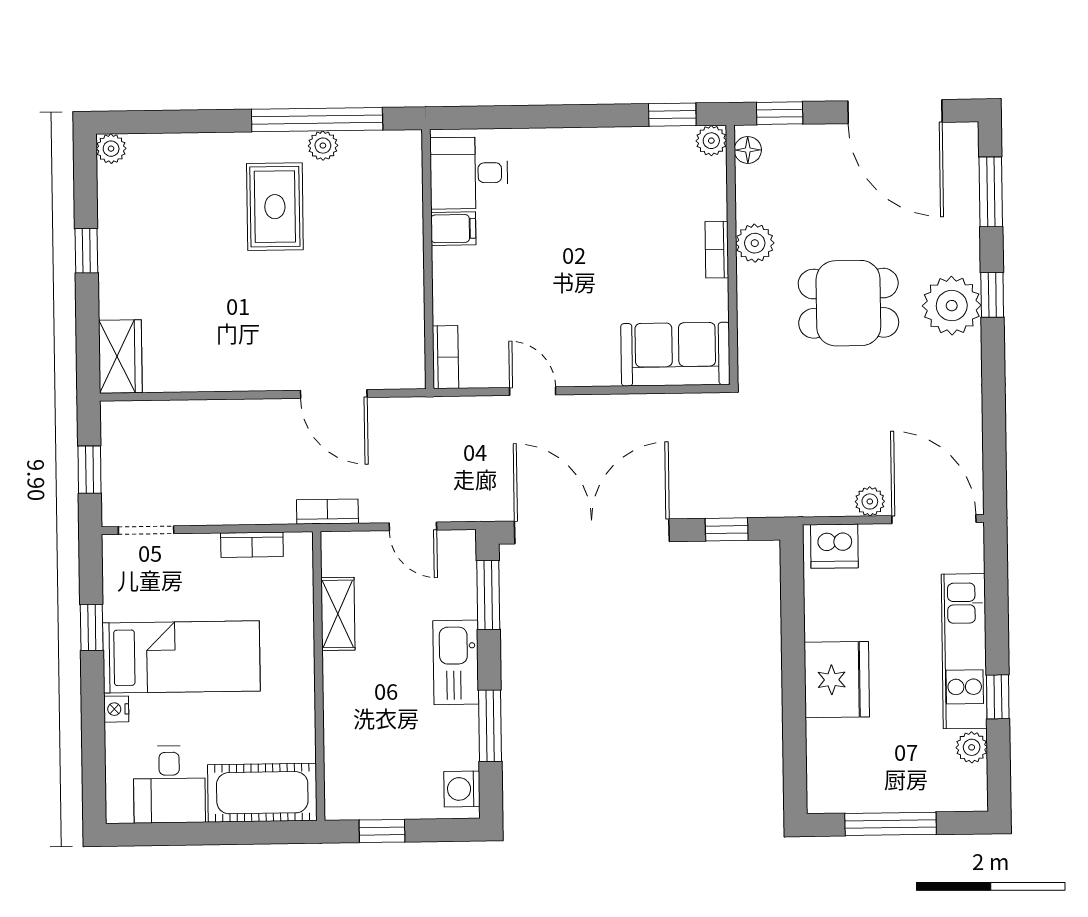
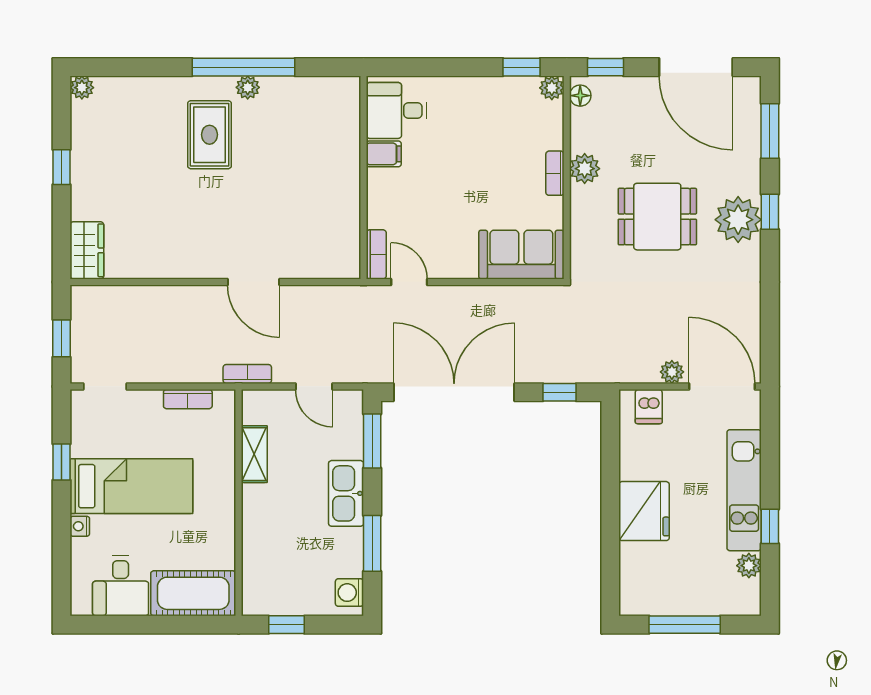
desk: (469, 173) -> (397, 110), moved
filing cabinet: (453, 229) -> (384, 154), moved
wall: (428, 259) -> (363, 177), moved
bookcase: (446, 357) -> (376, 254), moved
dishwasher: (834, 546) -> (649, 407), width x0.73

